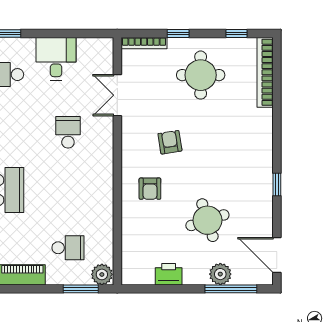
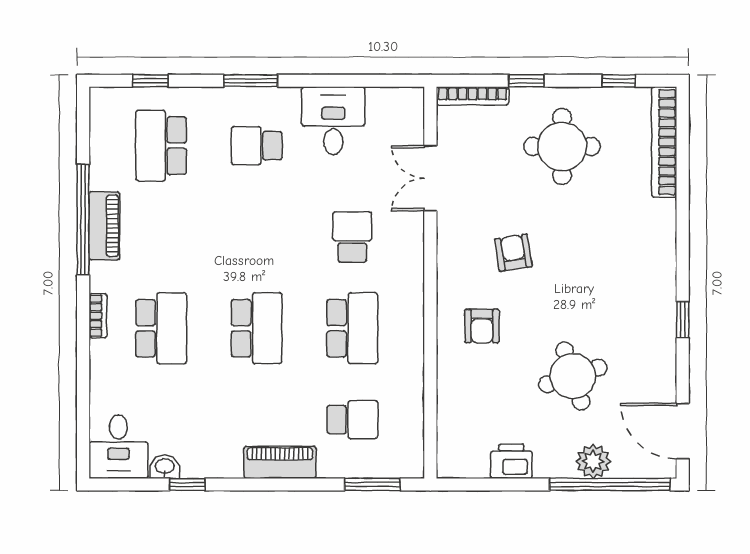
school desk: (68, 190) -> (352, 328), added
plant: (102, 274) -> (406, 462), removed
window: (231, 289) -> (610, 484), width x1.46

